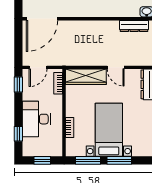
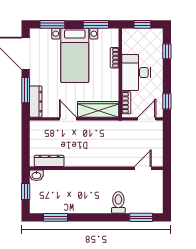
door: (42, 19) -> (143, 168), width x0.53
desk: (36, 119) -> (136, 73), moved, turned 180
window: (119, 160) -> (52, 24), moved

